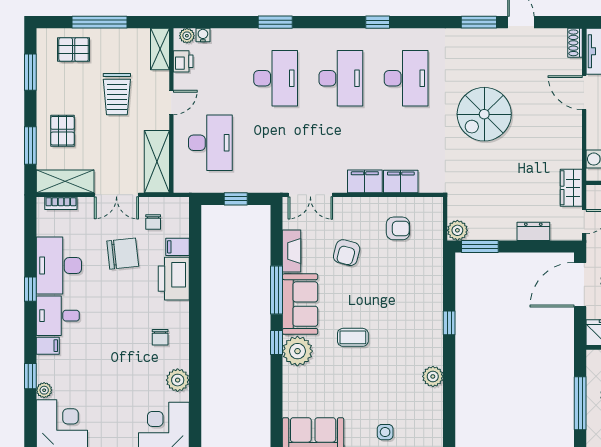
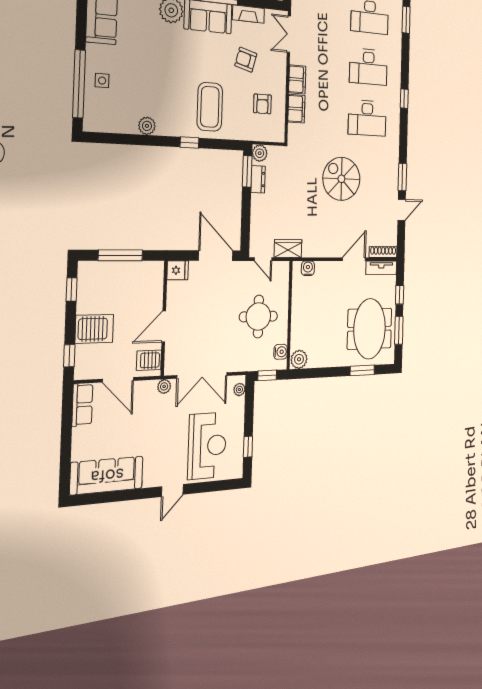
shoe rack: (575, 43) -> (383, 252), width x1.43
dresser: (533, 231) -> (258, 179), moved
coffee table: (353, 337) -> (210, 107), moved, width x1.86, depth x1.72

